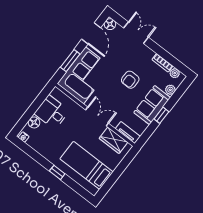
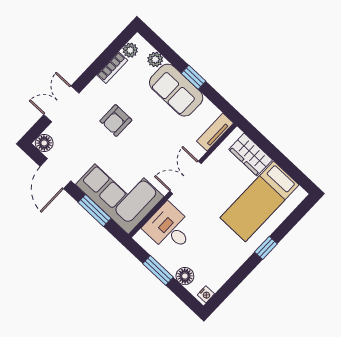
door: (91, 33) -> (56, 174), swing flipped
armchair: (130, 80) -> (116, 121), moved, turned 90
window: (36, 105) -> (158, 270), added
desk: (52, 112) -> (169, 228), moved, turned 90
wardrobe: (113, 140) -> (251, 155), moved, turned 90

